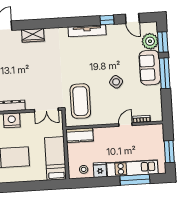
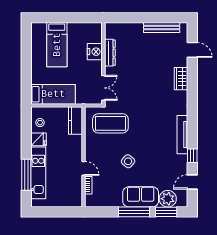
double door: (46, 110) -> (103, 88), swing flipped
window: (169, 152) -> (53, 212), removed

